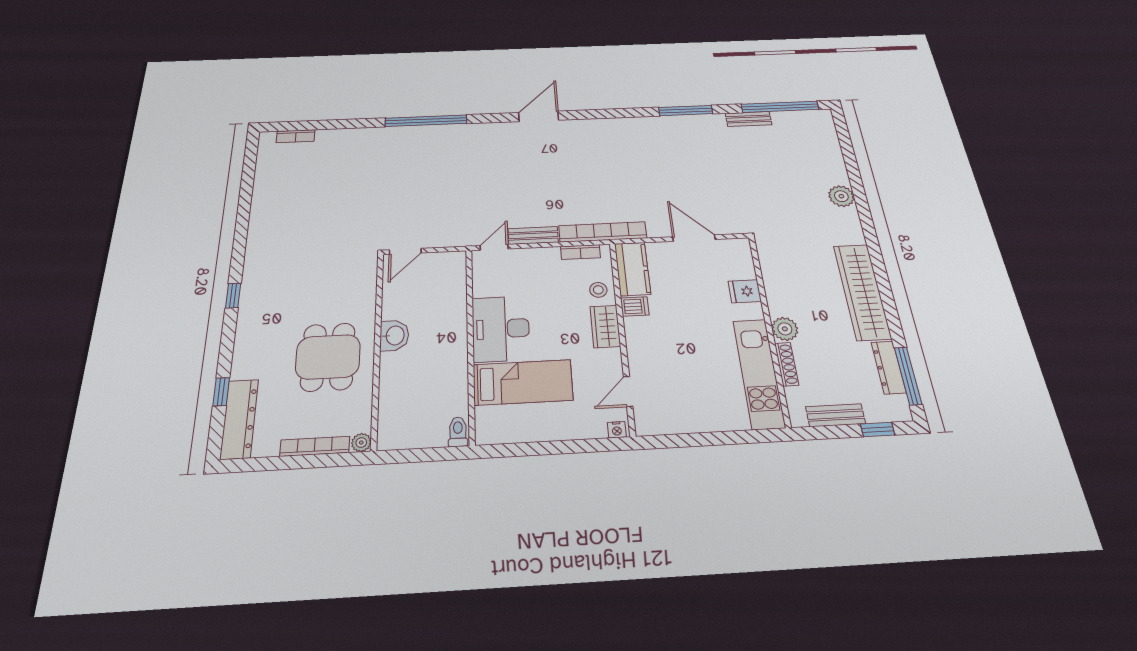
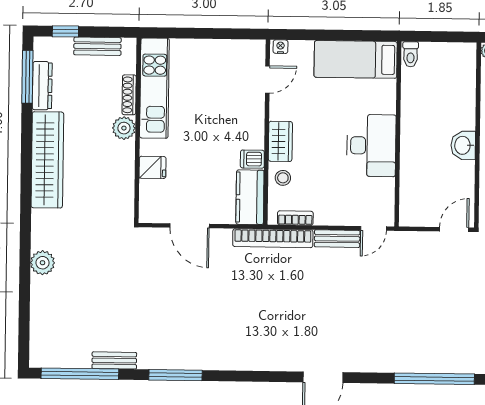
bed: (523, 382) -> (356, 59), moved

